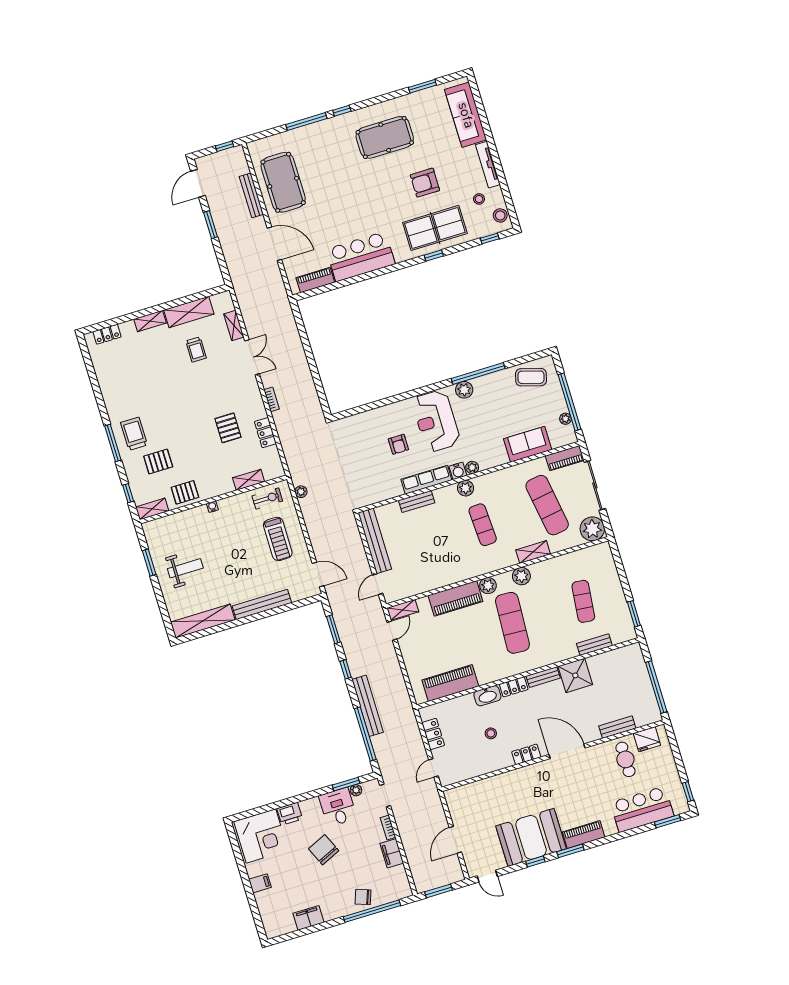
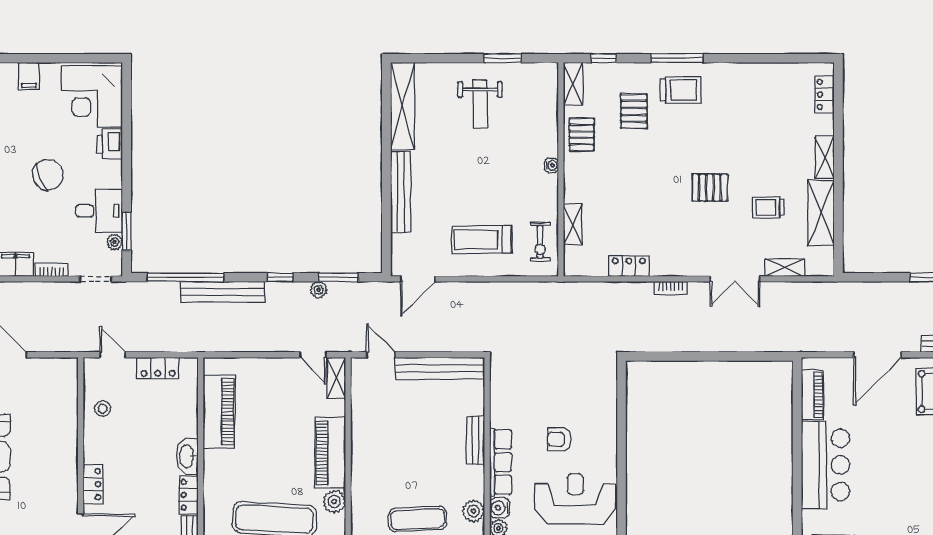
pallet: (228, 428) -> (710, 188), moved
plant: (301, 492) -> (319, 290), moved
stool: (491, 733) -> (103, 409), moved

